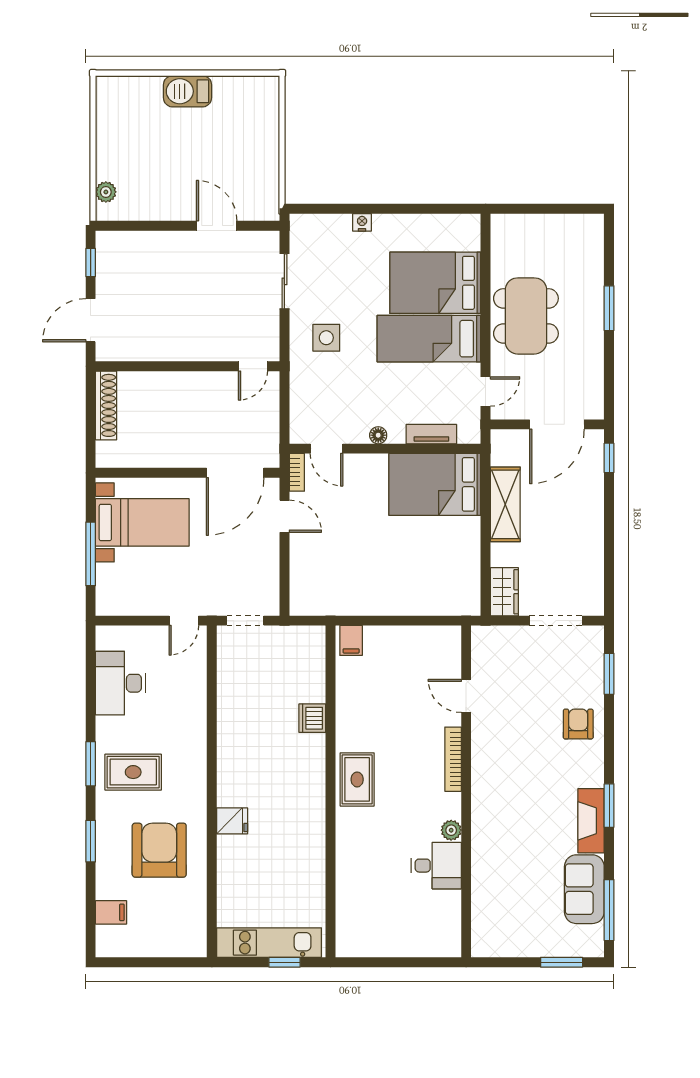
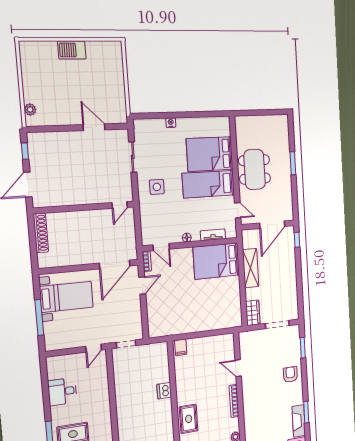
door: (486, 392) -> (238, 210), hinge flipped
door: (284, 516) -> (142, 285), hinge flipped
desk: (120, 683) -> (62, 392), width x0.73

